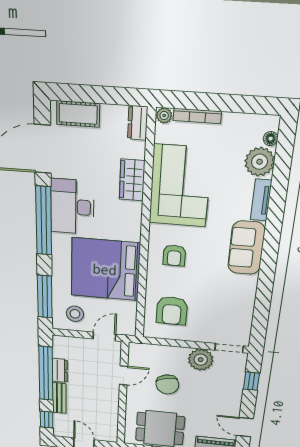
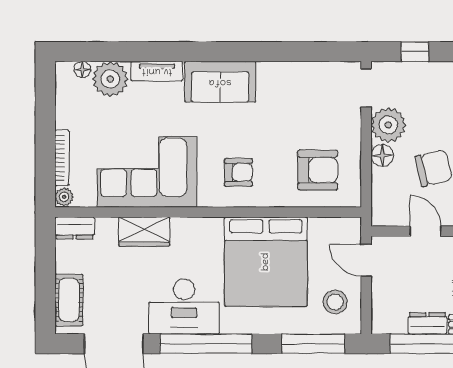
floor lamp: (179, 354) -> (382, 155), added

